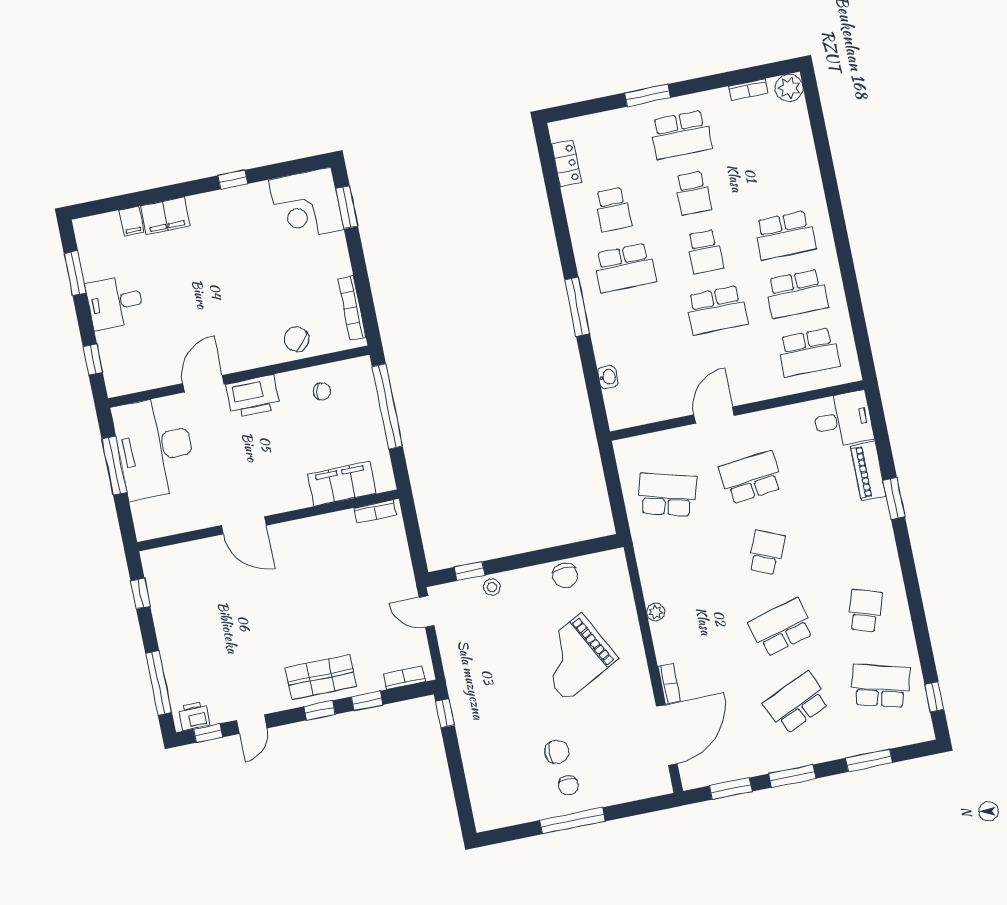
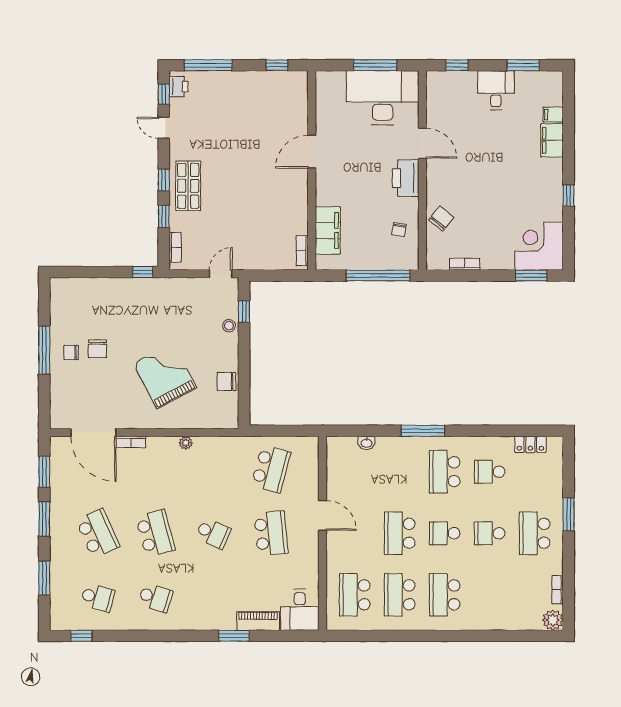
bookcase: (352, 308) -> (465, 264), width x0.64
school desk: (880, 686) -> (98, 598), width x0.54

